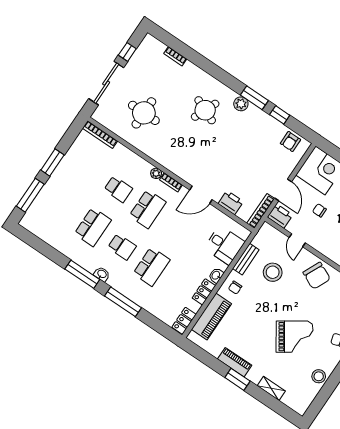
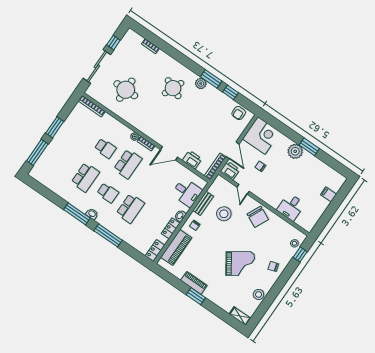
shelving: (271, 388) -> (240, 316), moved

